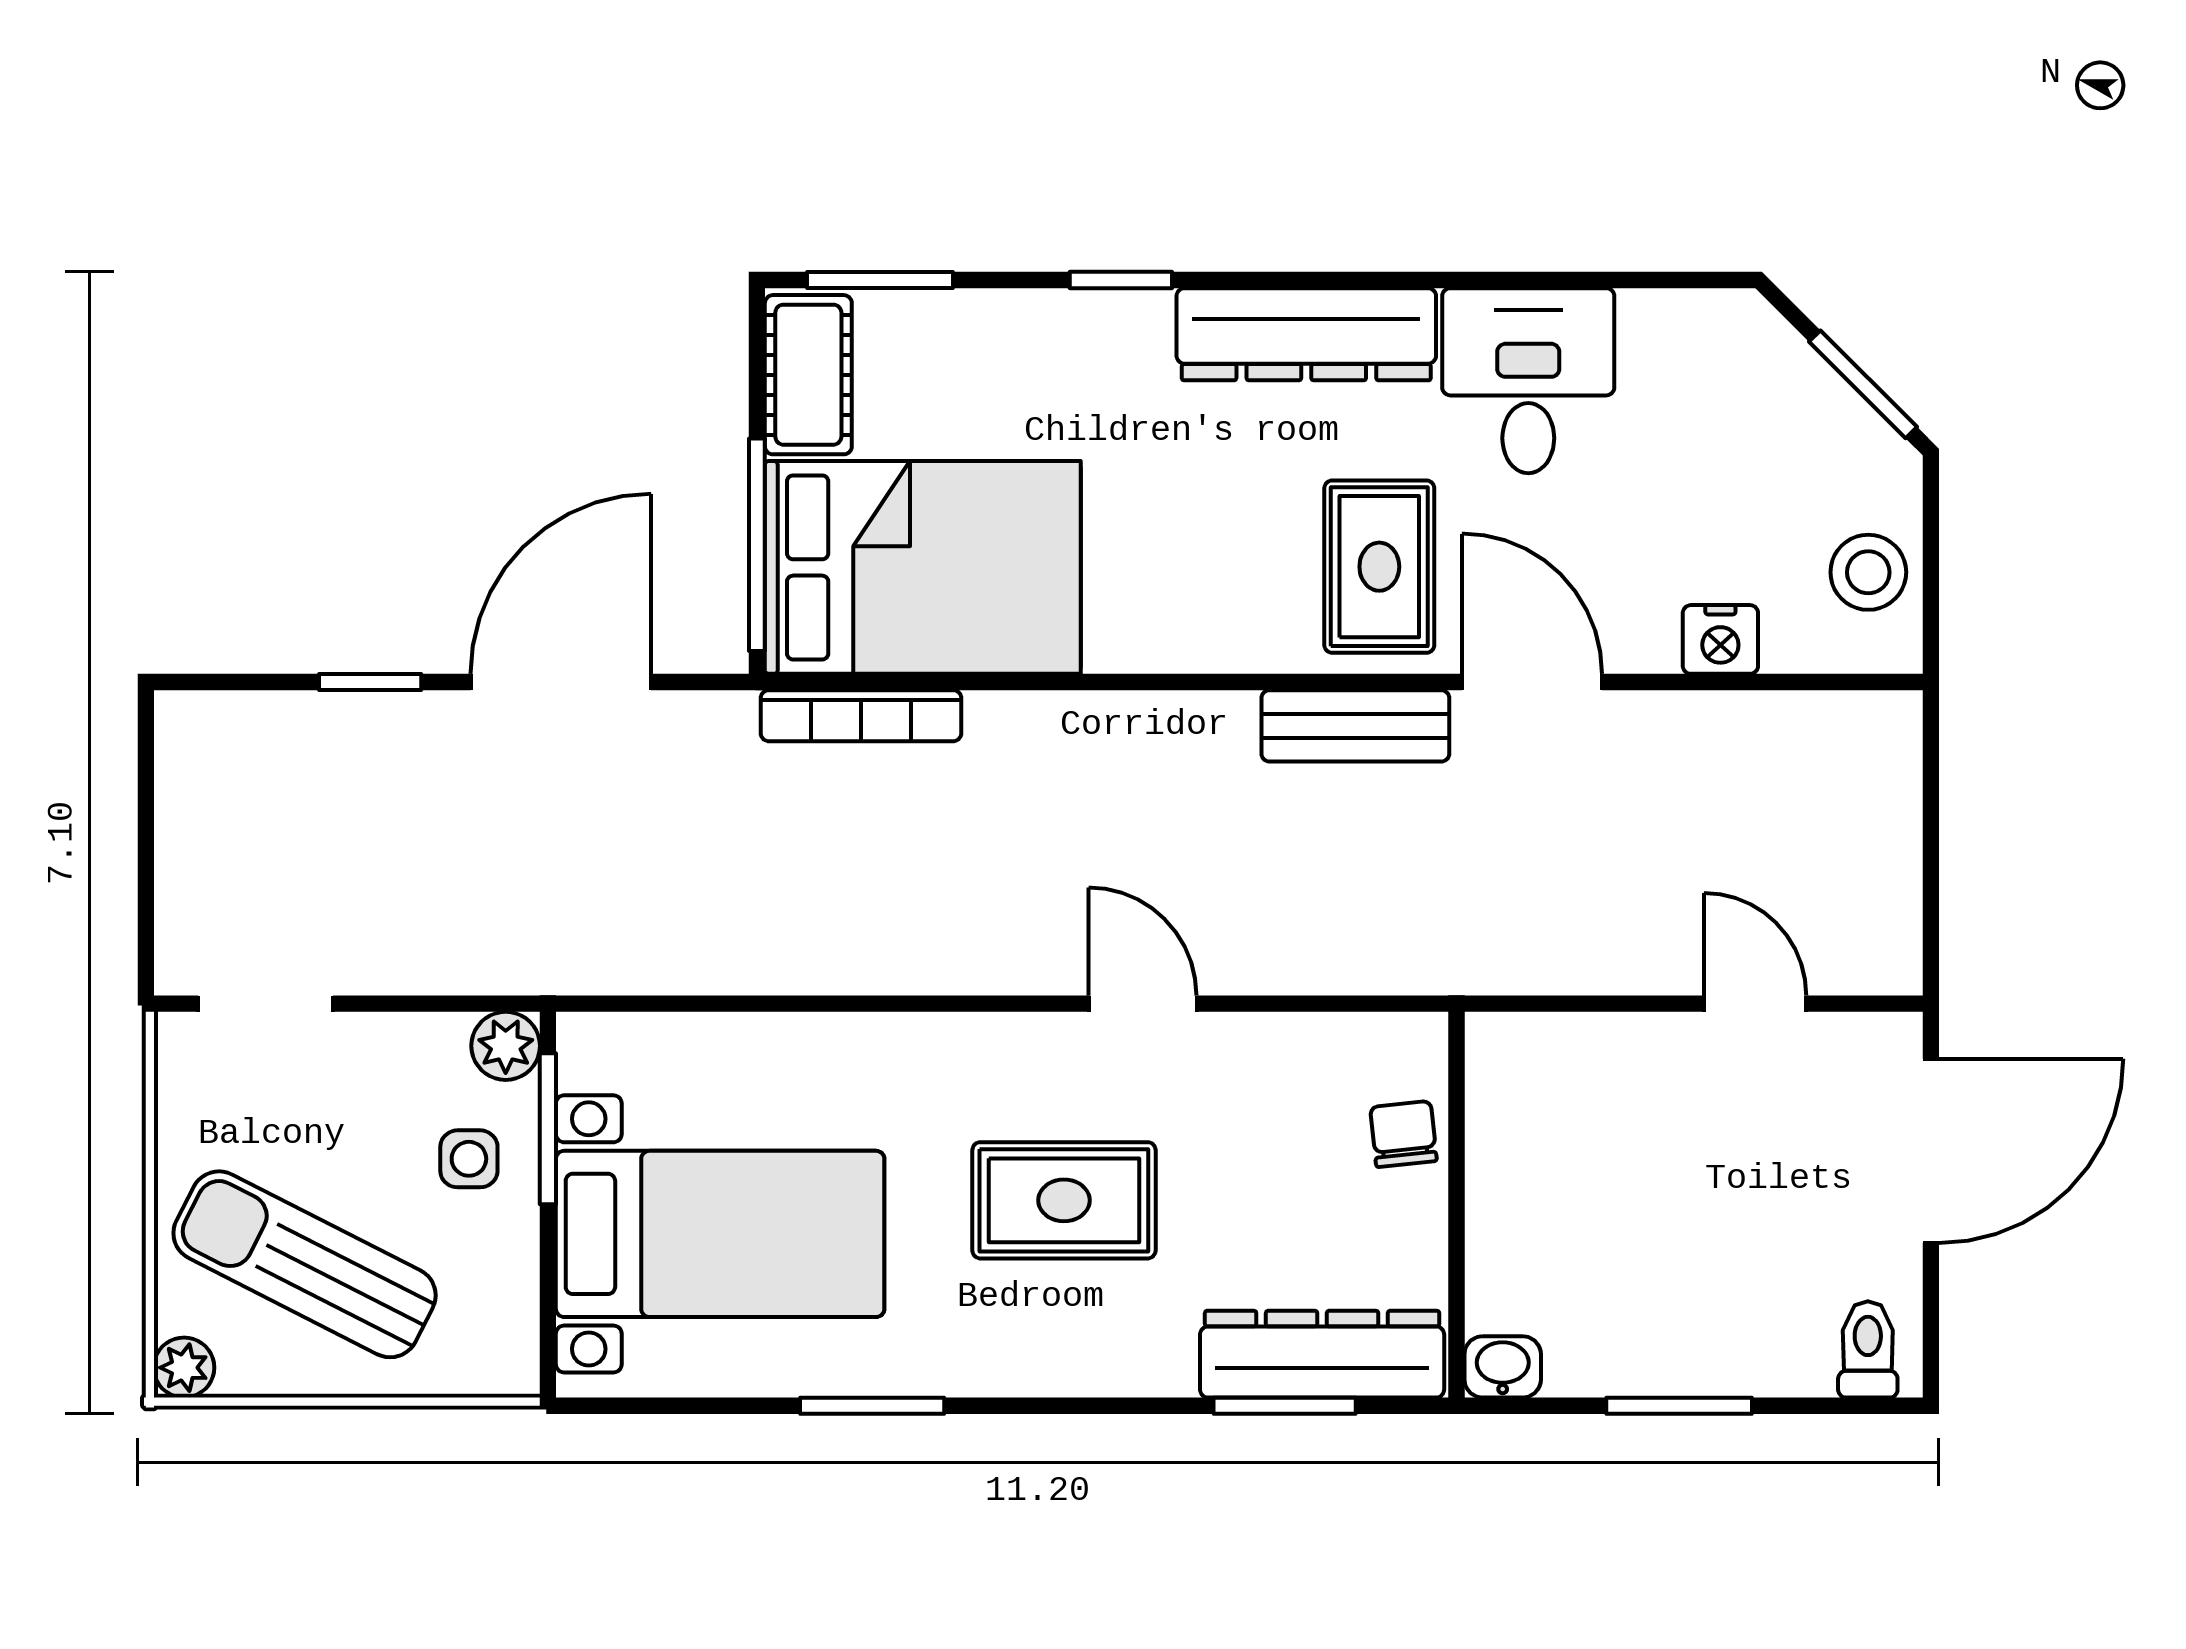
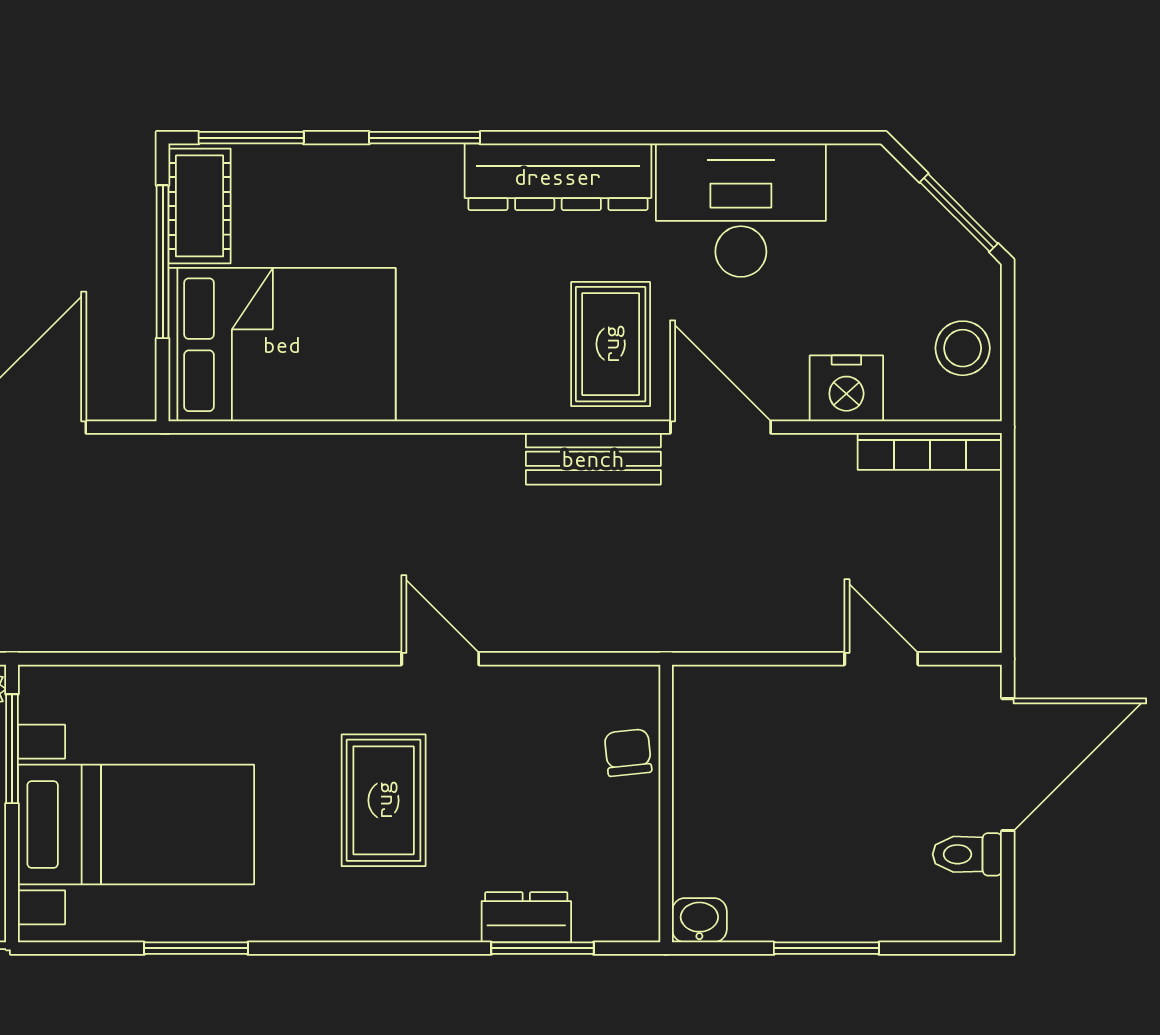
window: (1121, 280) -> (425, 138), width x1.50
desk: (1528, 381) -> (741, 210), width x1.37
window: (757, 545) -> (163, 262), moved
nightstand: (1720, 639) -> (846, 388), width x1.36, depth x1.33
bookcase: (861, 716) -> (930, 451), moved
rug: (1064, 1200) -> (384, 800), turned 90
toilet: (1868, 1349) -> (967, 854), moved, turned -90
dresser: (1322, 1354) -> (526, 917), width x0.51, depth x0.80
window: (872, 1406) -> (196, 948), moved

